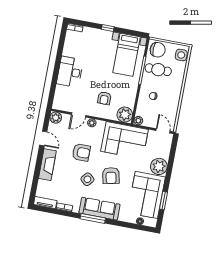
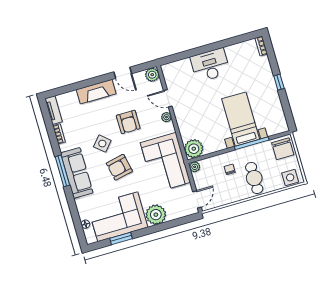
bed with nightstands: (127, 55) -> (241, 119), moved, turned 90
cafe table: (158, 70) -> (254, 178), moved
armchair: (104, 98) -> (200, 117), removed
door: (43, 138) -> (123, 73), hinge flipped

